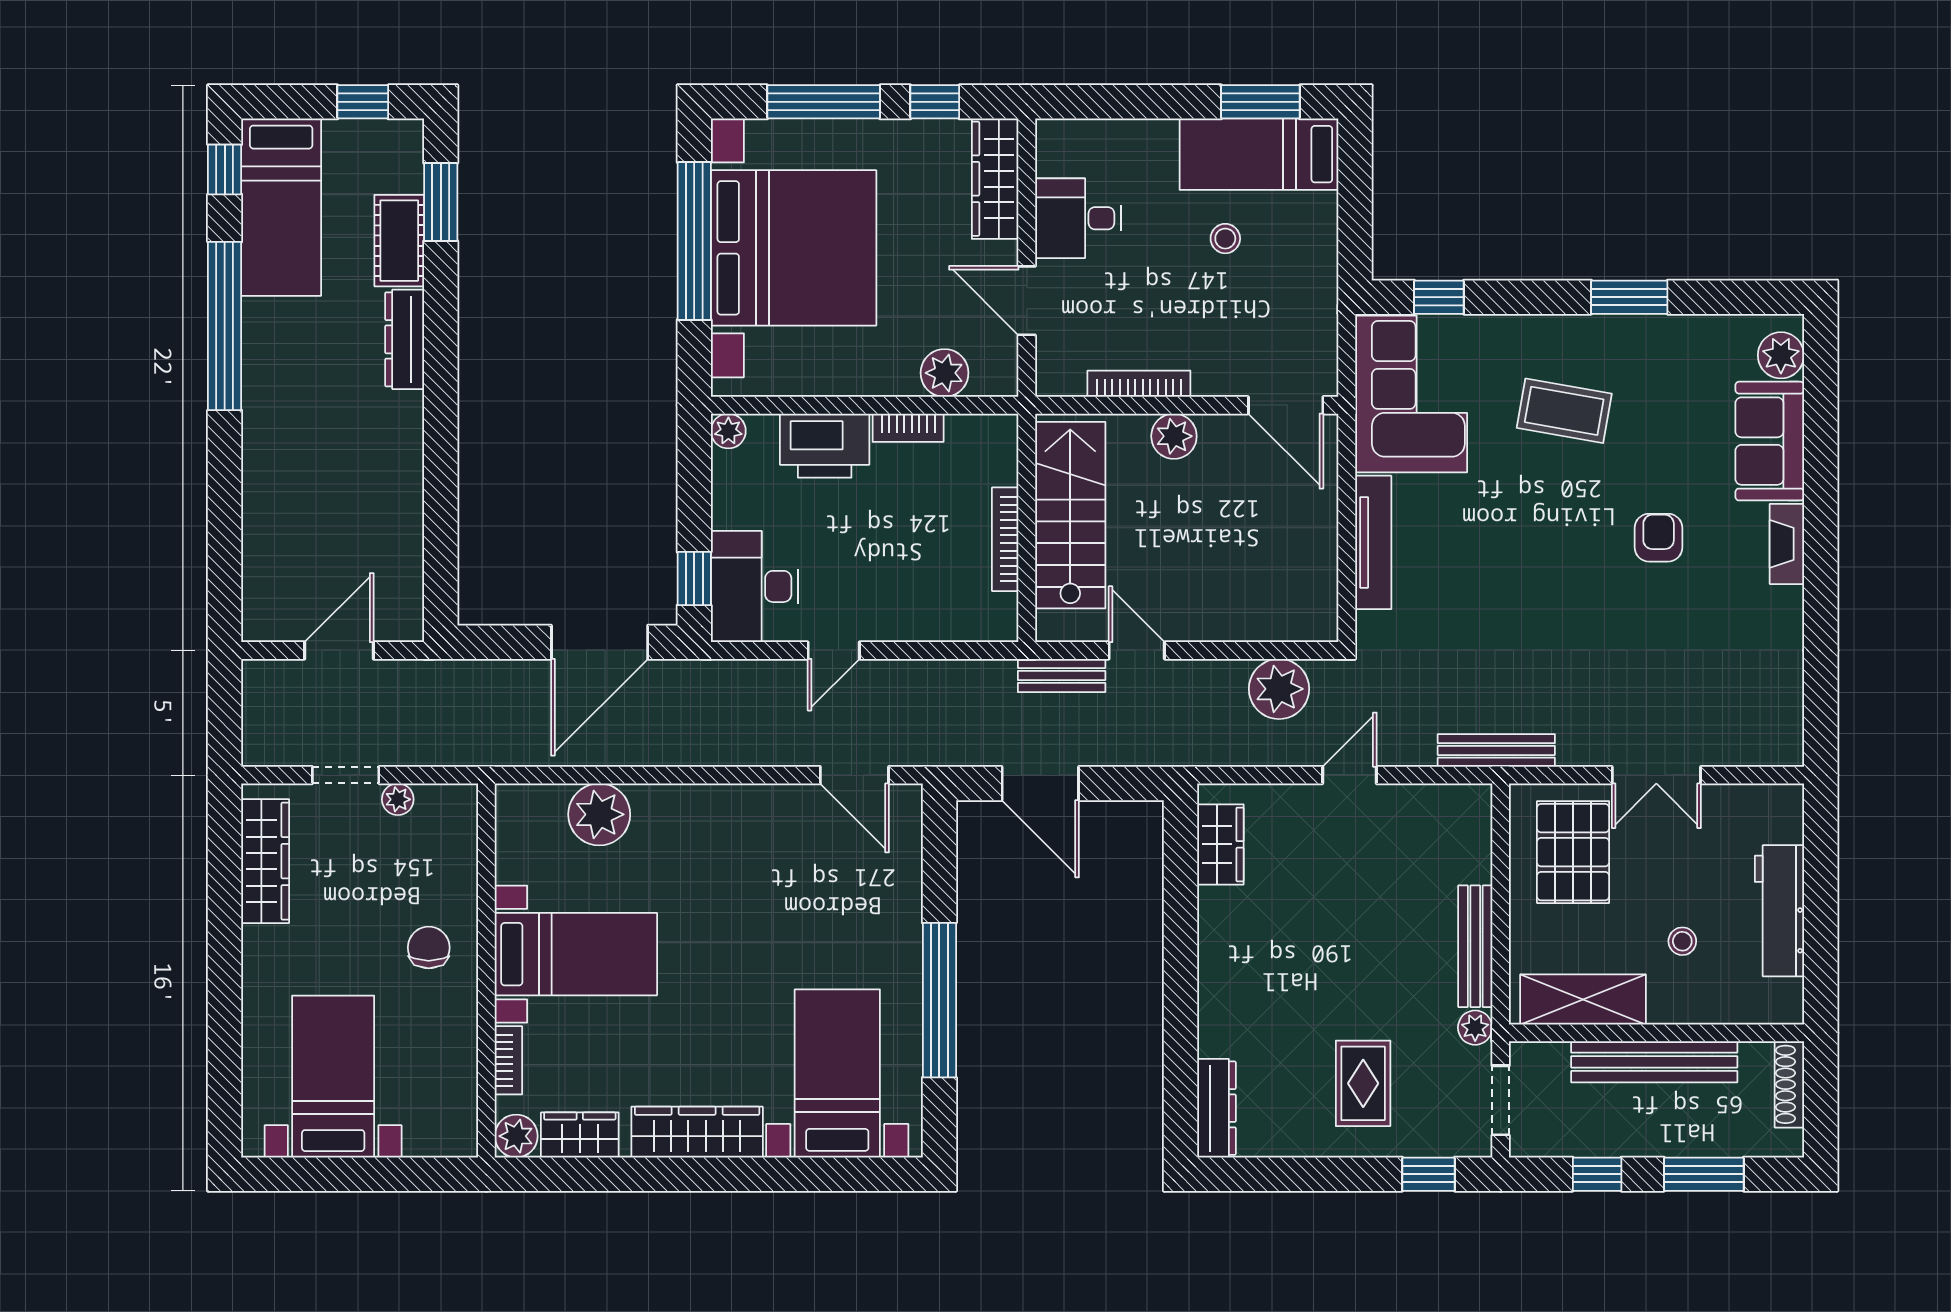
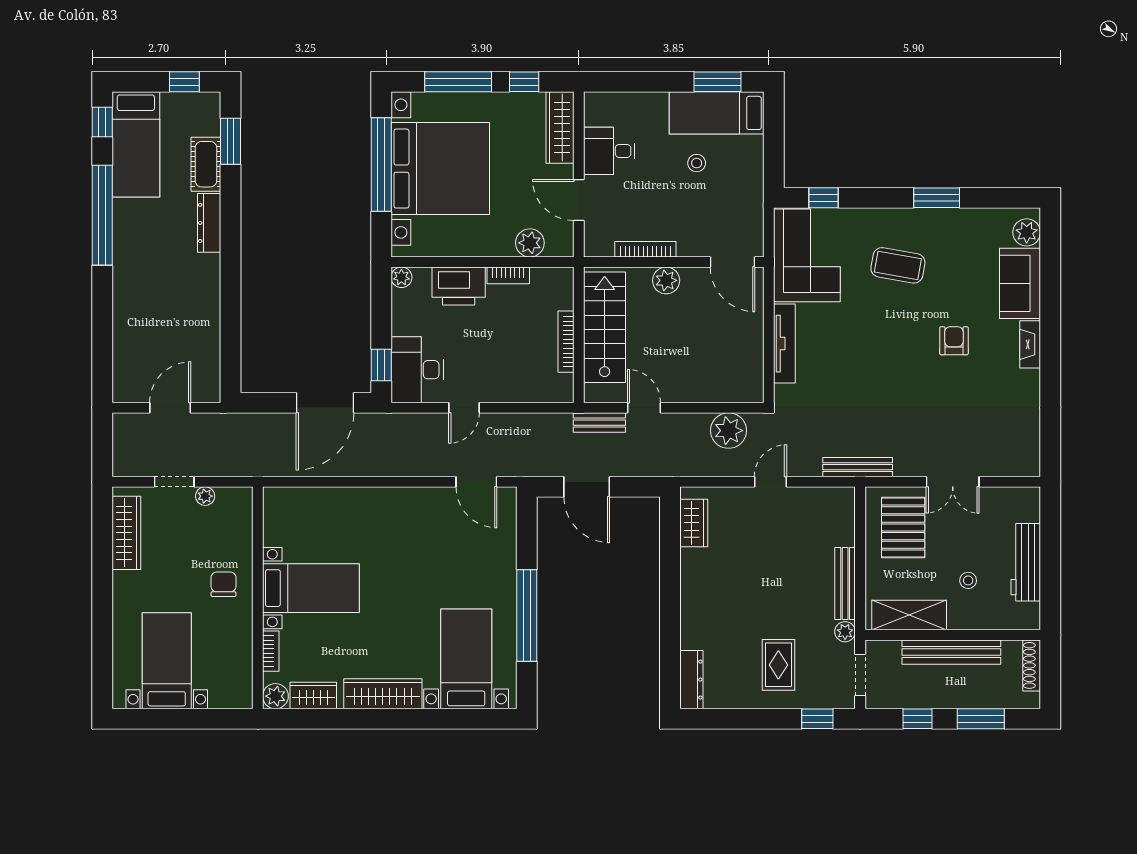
plant: (599, 814) -> (325, 505), removed

